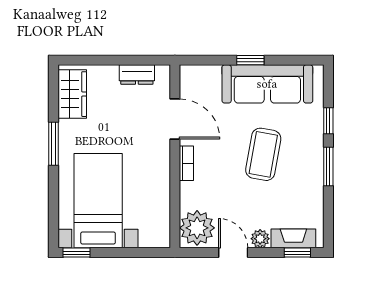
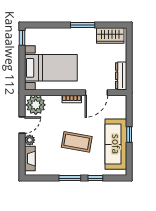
dresser: (137, 75) -> (121, 76), width x1.44
bed with nightstands: (98, 201) -> (51, 68), moved
window: (297, 253) -> (22, 161), removed

